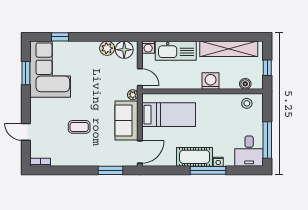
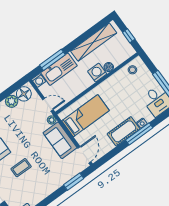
window: (176, 37) -> (52, 60), added
boiler: (245, 84) -> (109, 67), moved
coffee table: (79, 127) -> (21, 168), moved

